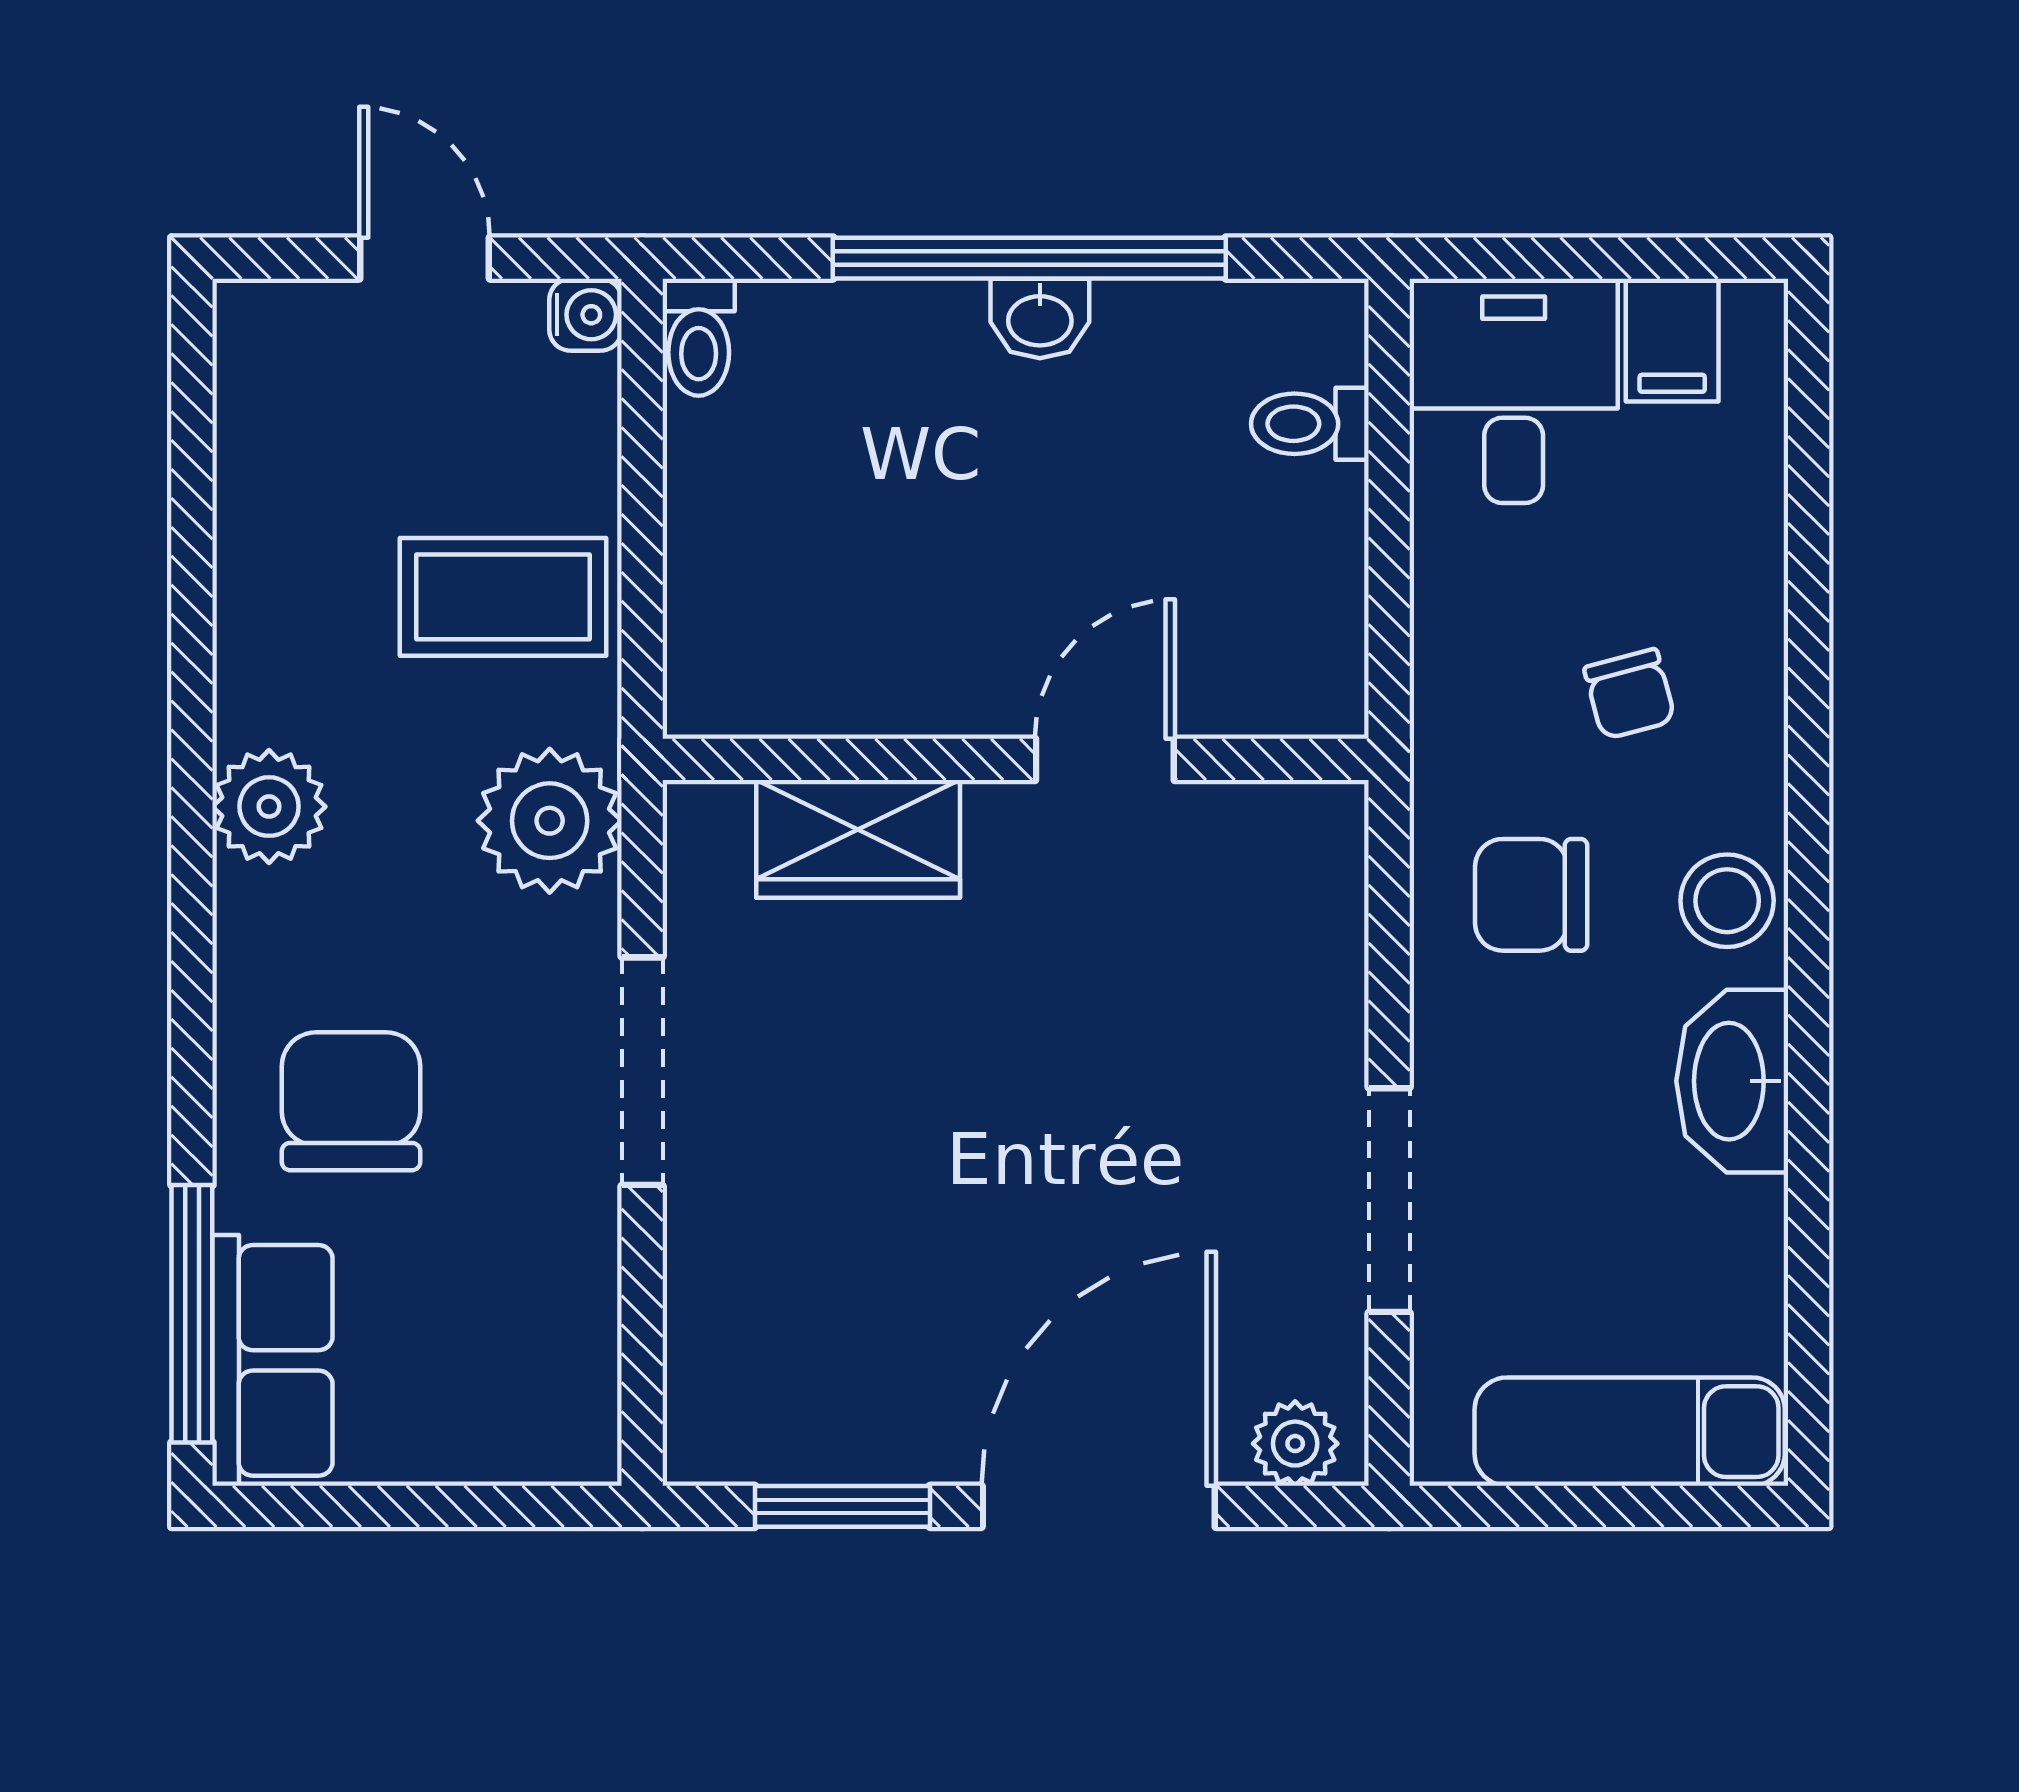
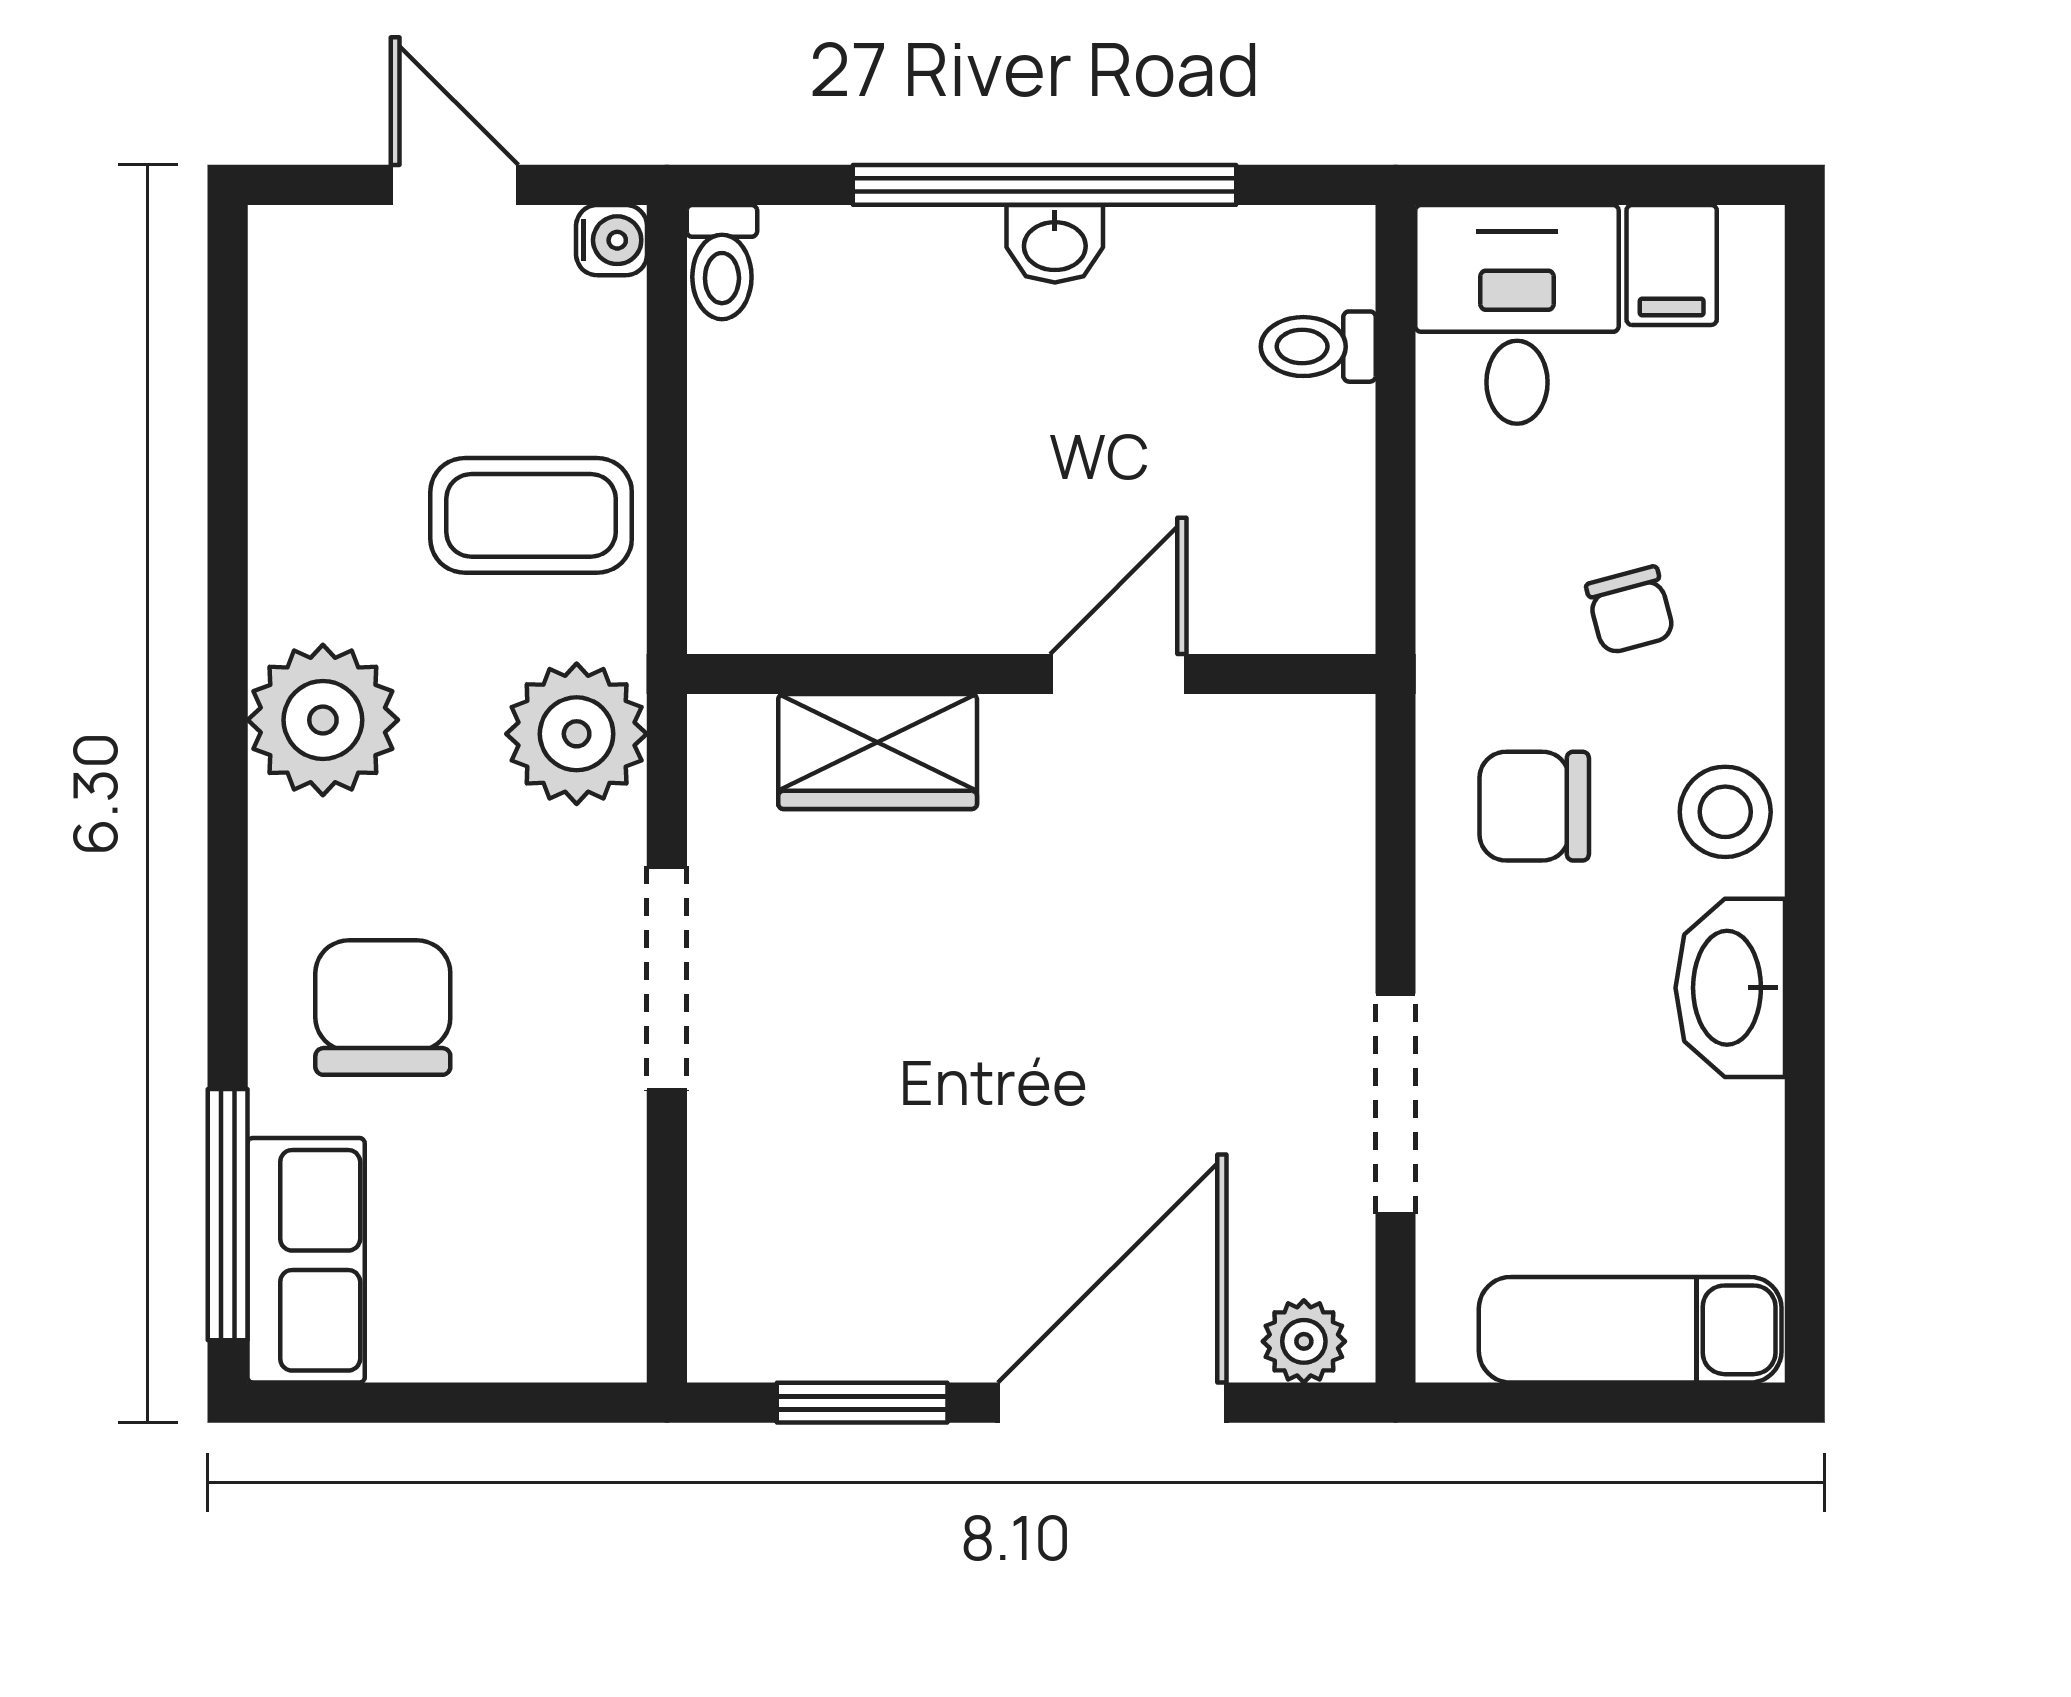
plant: (269, 807) -> (323, 720), width x1.36, depth x1.36

